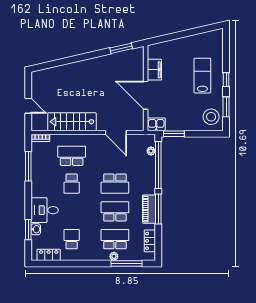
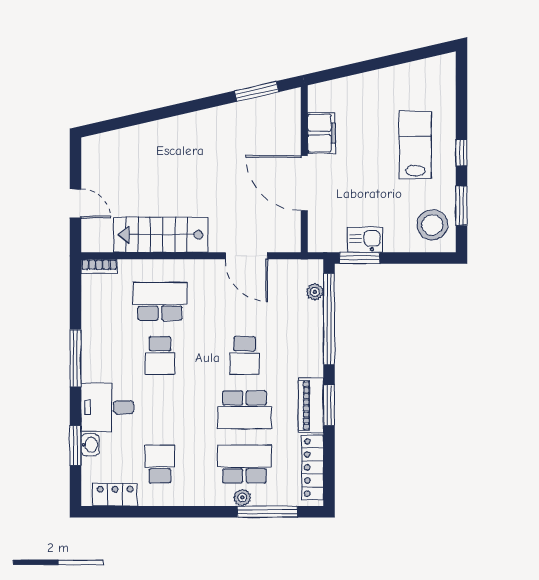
kitchen sink: (156, 124) -> (365, 240), moved
window: (28, 166) -> (75, 358), moved
school desk: (115, 184) -> (245, 356), width x0.54
window: (158, 209) -> (329, 405), width x0.69
school desk: (115, 211) -> (245, 410), turned 180
locker: (150, 241) -> (313, 467), width x1.53

